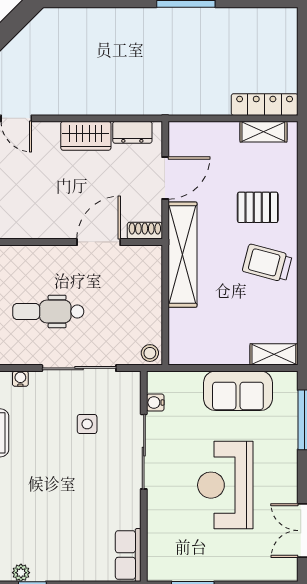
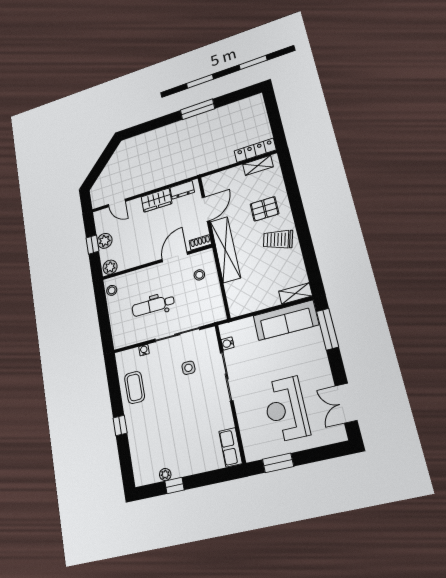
stool: (150, 353) -> (199, 275), moved
sofa: (238, 391) -> (286, 320), width x1.36
reception desk: (225, 485) -> (286, 409), moved

